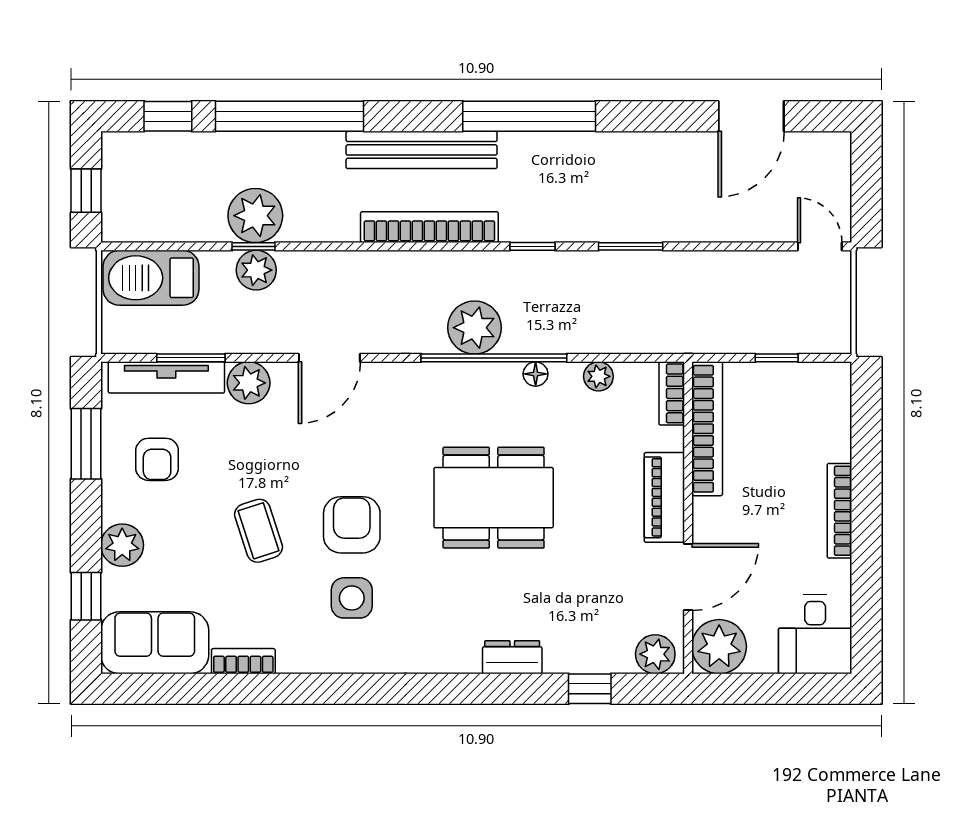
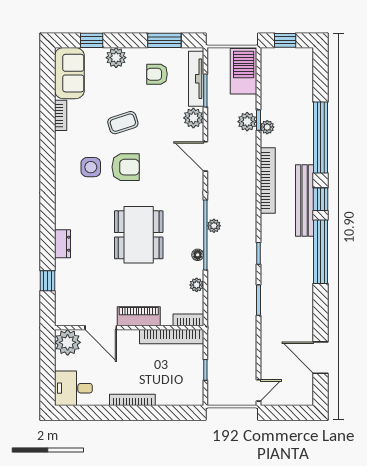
window: (168, 116) -> (321, 199), moved
plant: (255, 216) -> (267, 127), width x0.53, depth x0.53
bookcase: (429, 227) -> (268, 180), moved
plant: (475, 328) -> (214, 226), width x0.53, depth x0.53
plant: (655, 654) -> (64, 312), removed

